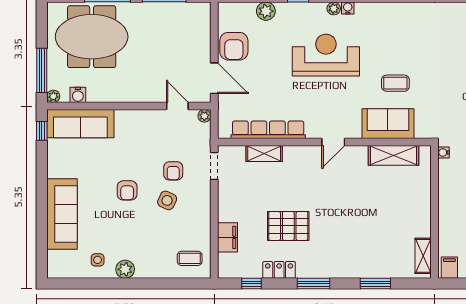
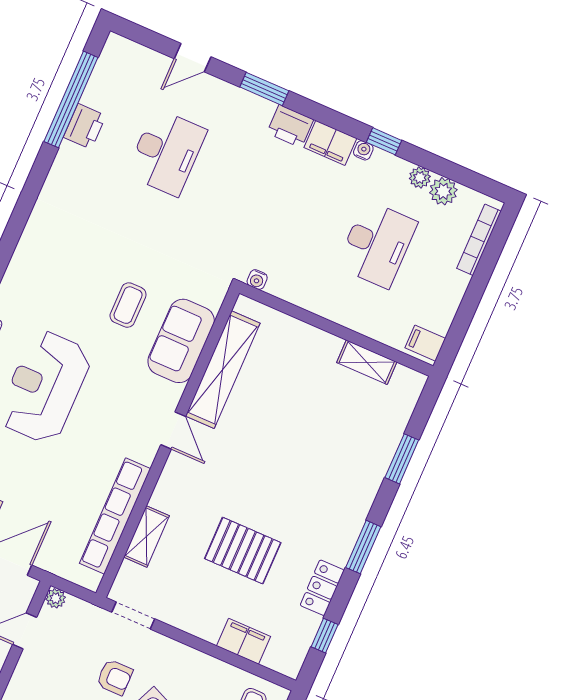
shelving: (393, 155) -> (223, 370), width x1.47
pallet: (288, 226) -> (243, 551), moved, turned 90
shelving: (423, 256) -> (367, 362), moved

